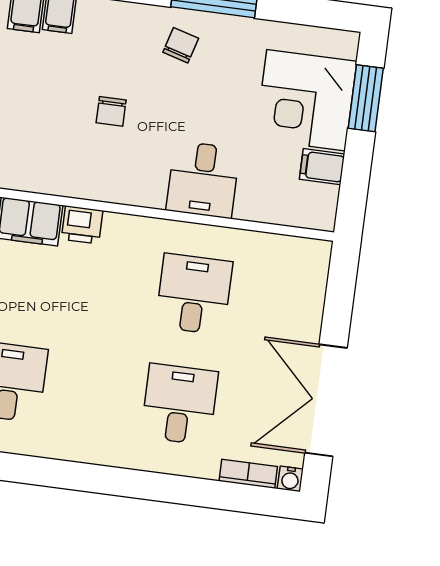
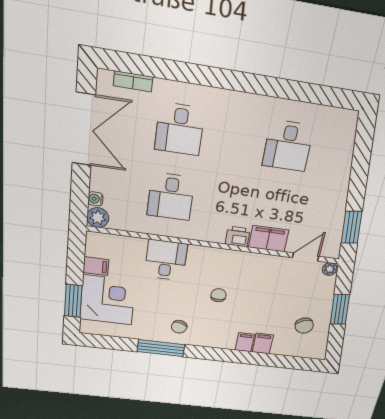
plant: (314, 256) -> (98, 218), added
water cooler: (290, 479) -> (95, 199), moved, turned -90

